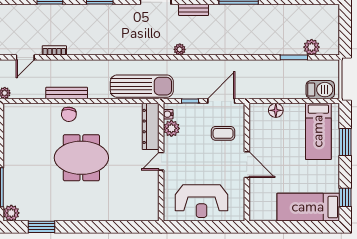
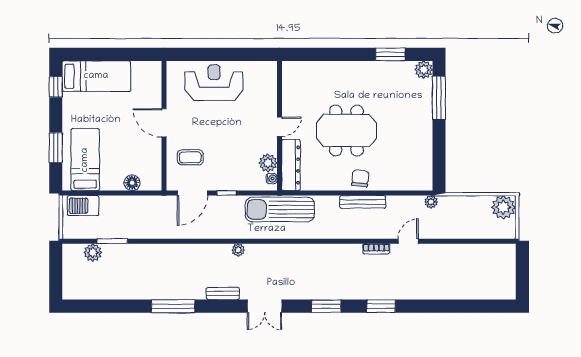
water cooler: (168, 114) -> (272, 179), moved
dresser: (151, 126) -> (291, 165), moved
plant: (171, 128) -> (268, 163), moved
door: (161, 161) -> (279, 127), moved
wall: (161, 162) -> (279, 126), moved

